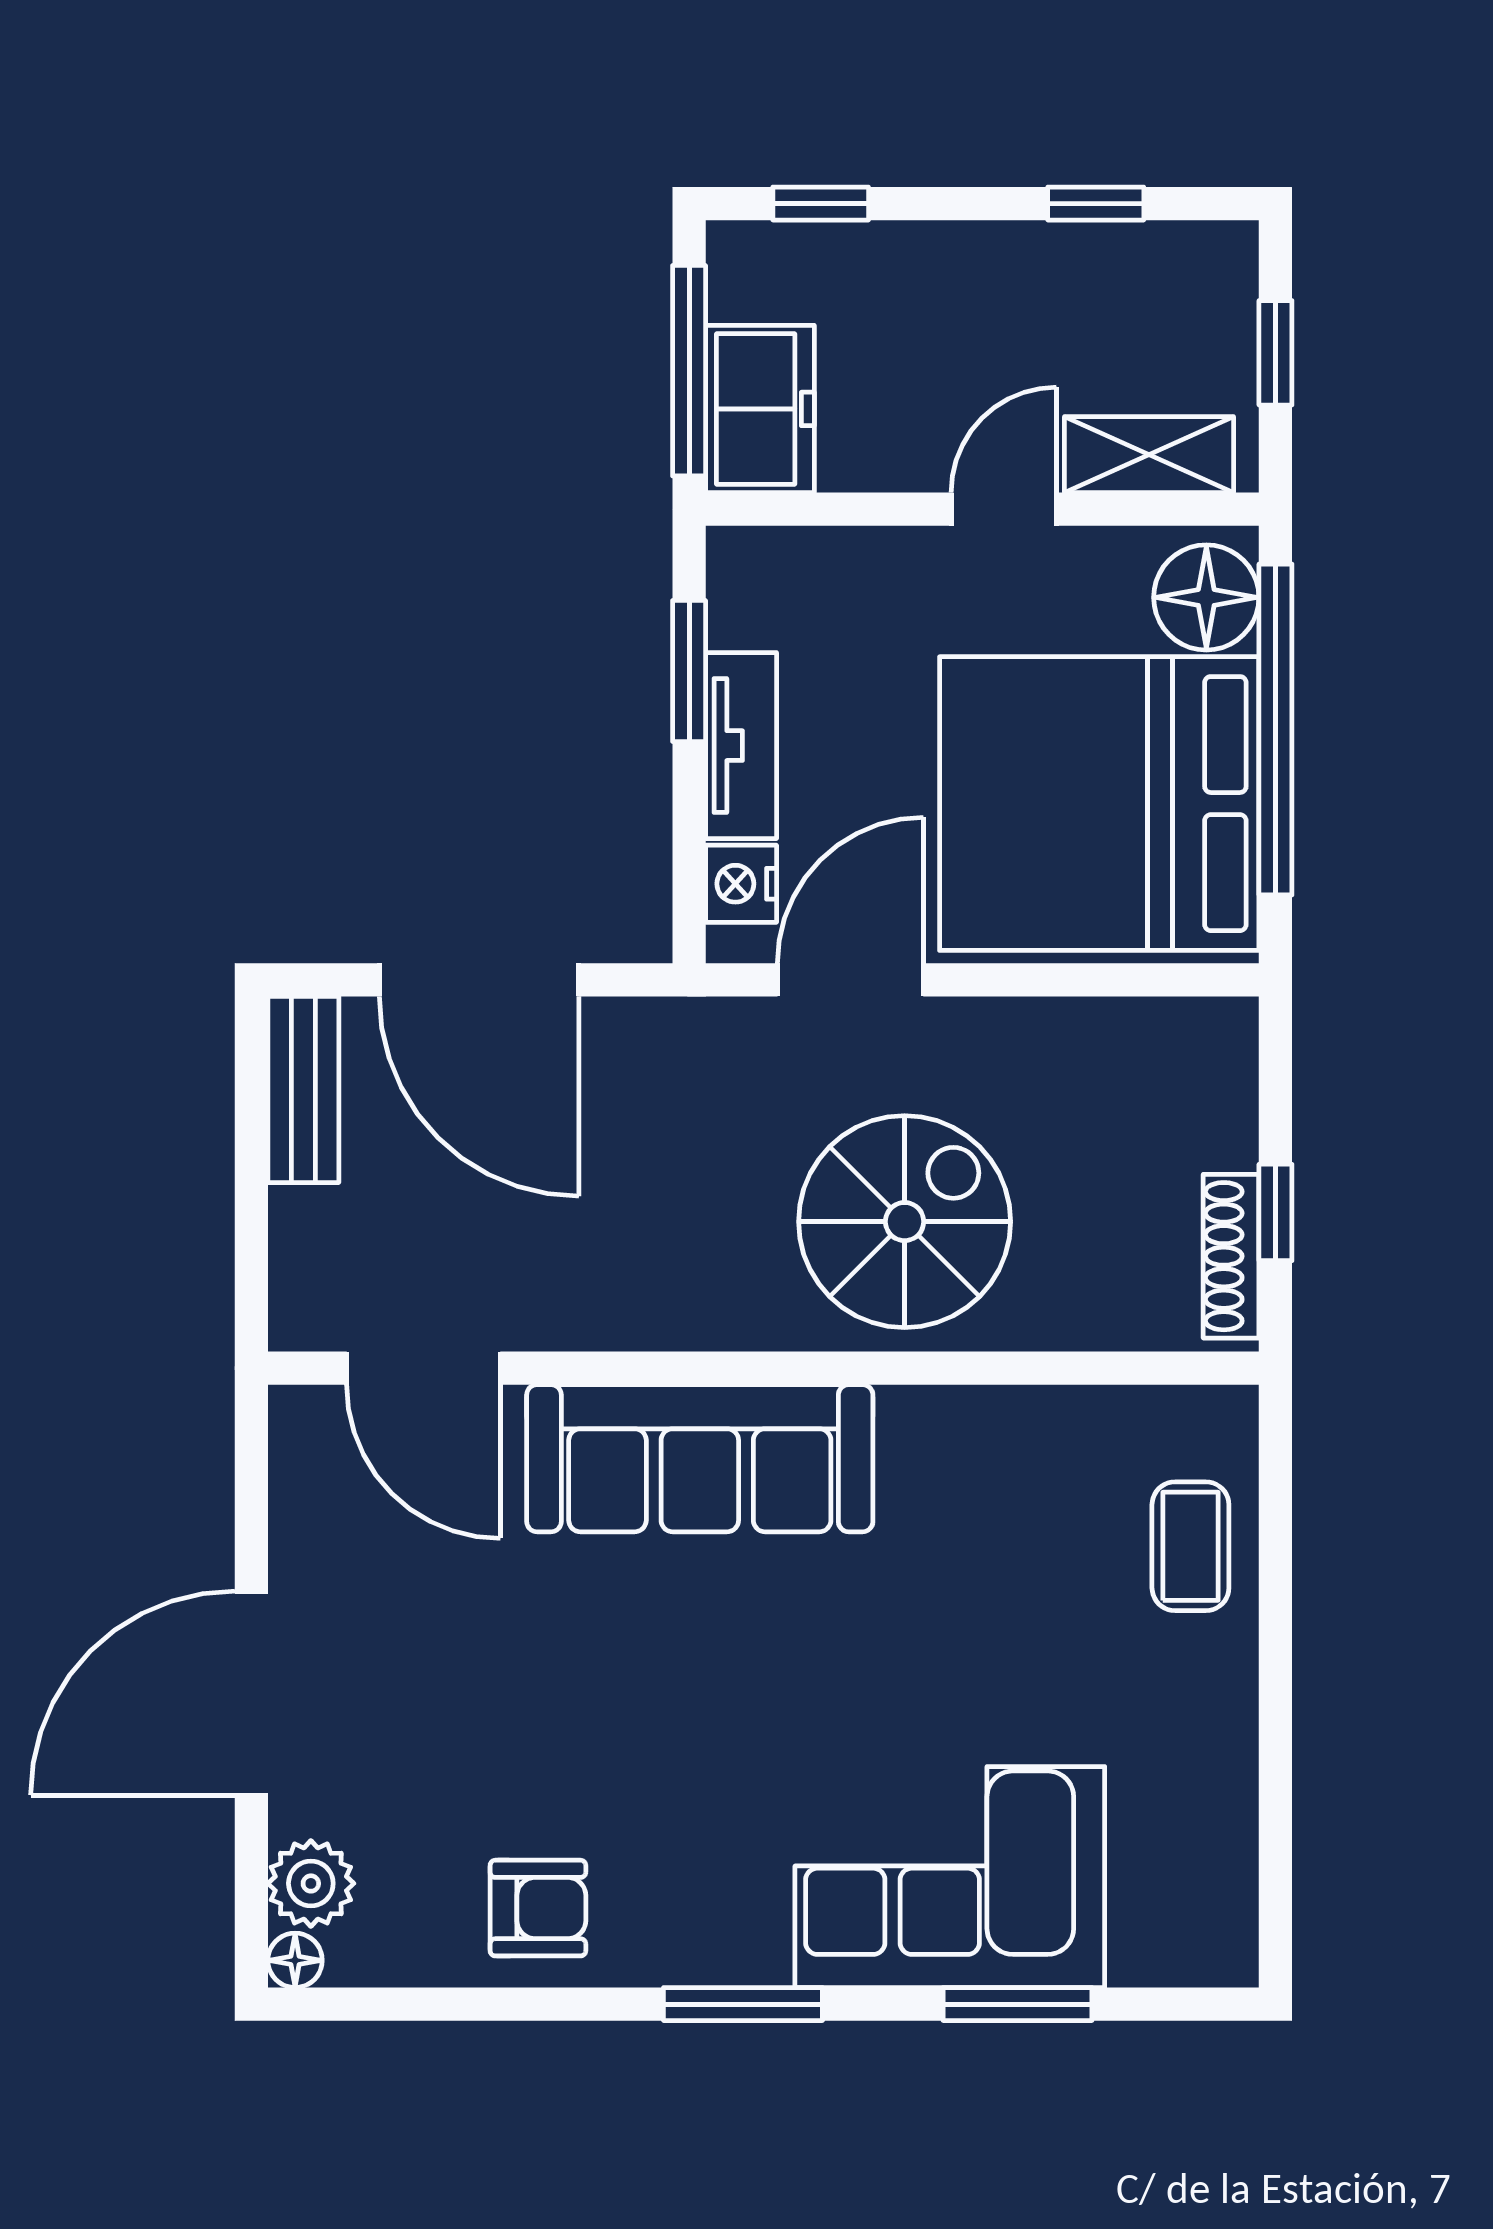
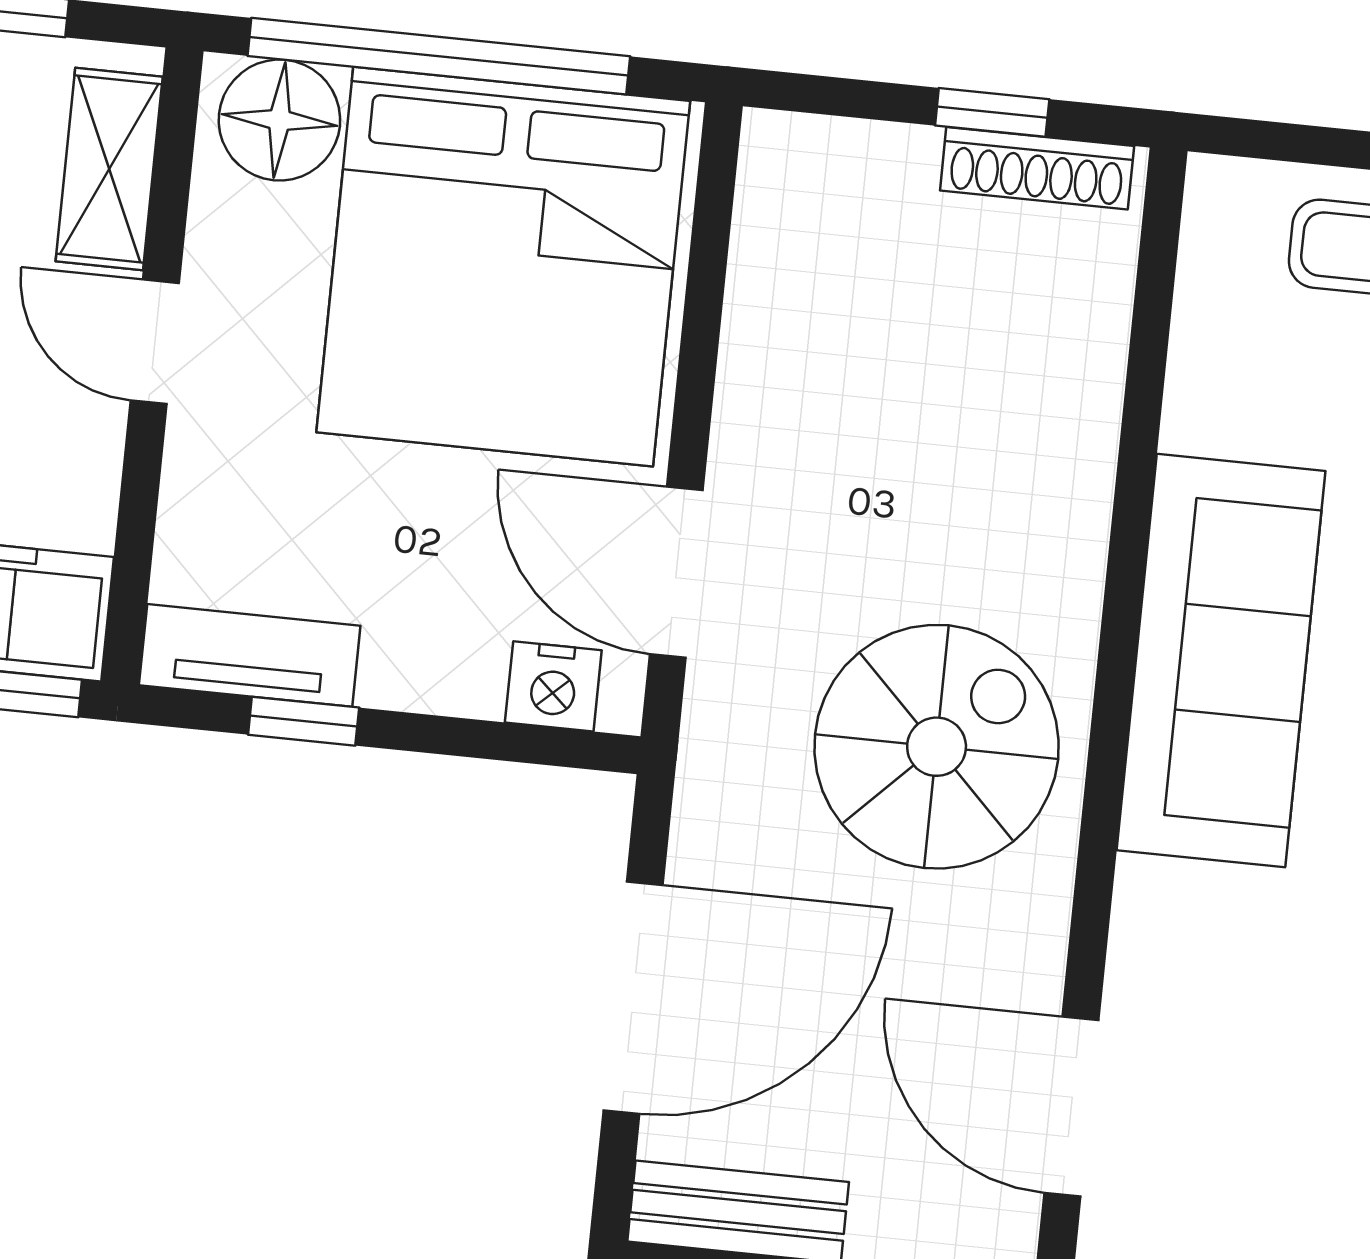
window: (689, 671) -> (304, 721), width x0.67
tv unit: (741, 746) -> (250, 655), moved
spiral stairs: (905, 1222) -> (937, 747), moved, turned 90
door: (423, 1368) -> (1071, 1107), swing flipped
sofa: (700, 1458) -> (1221, 661), moved

